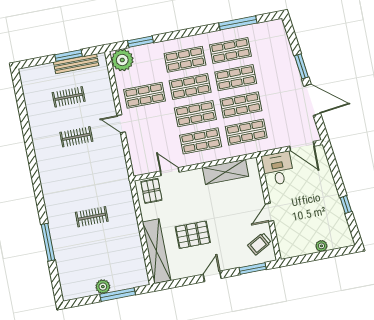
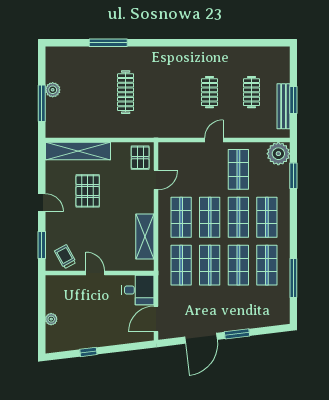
pallet: (151, 191) -> (140, 158), turned 90
clothes rail: (92, 217) -> (126, 92), width x1.36

